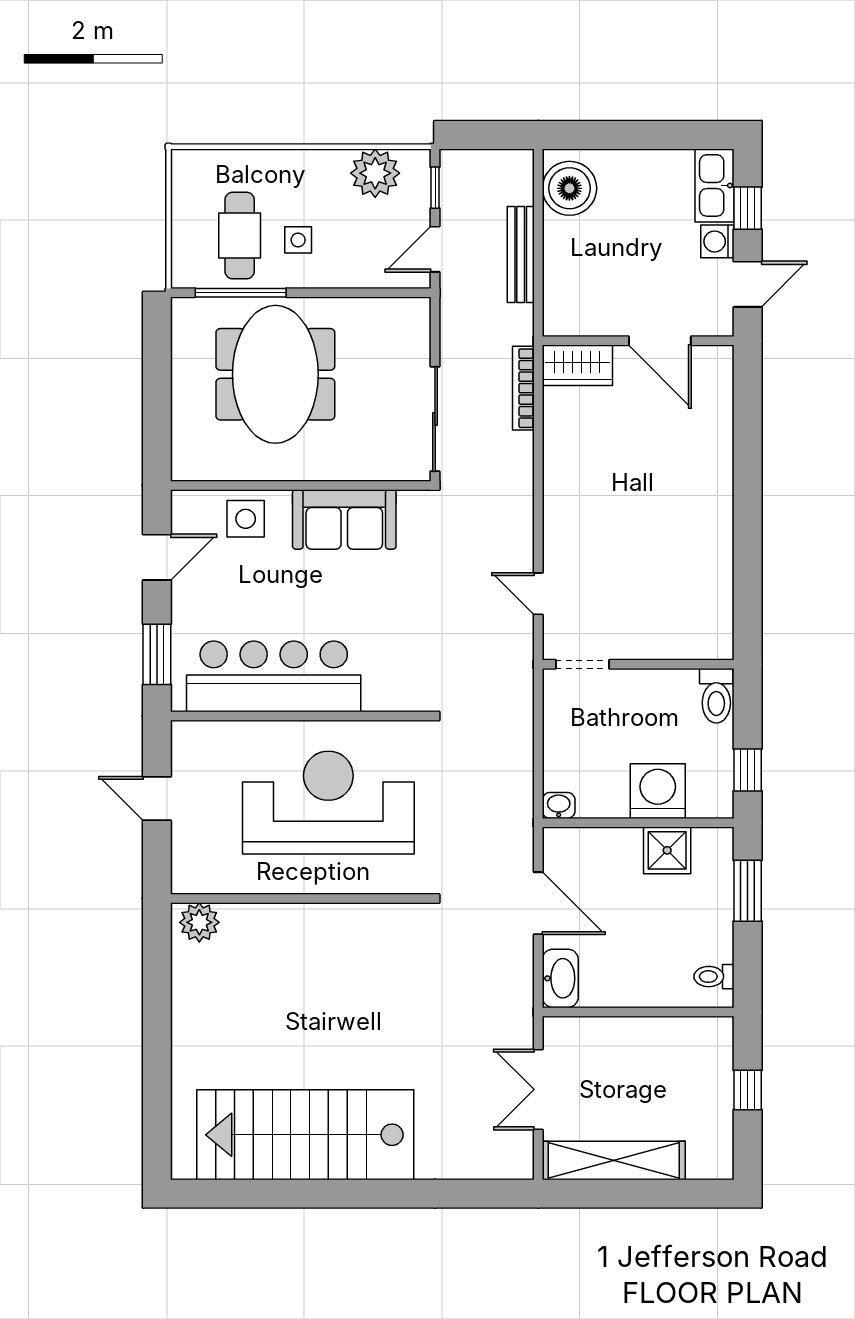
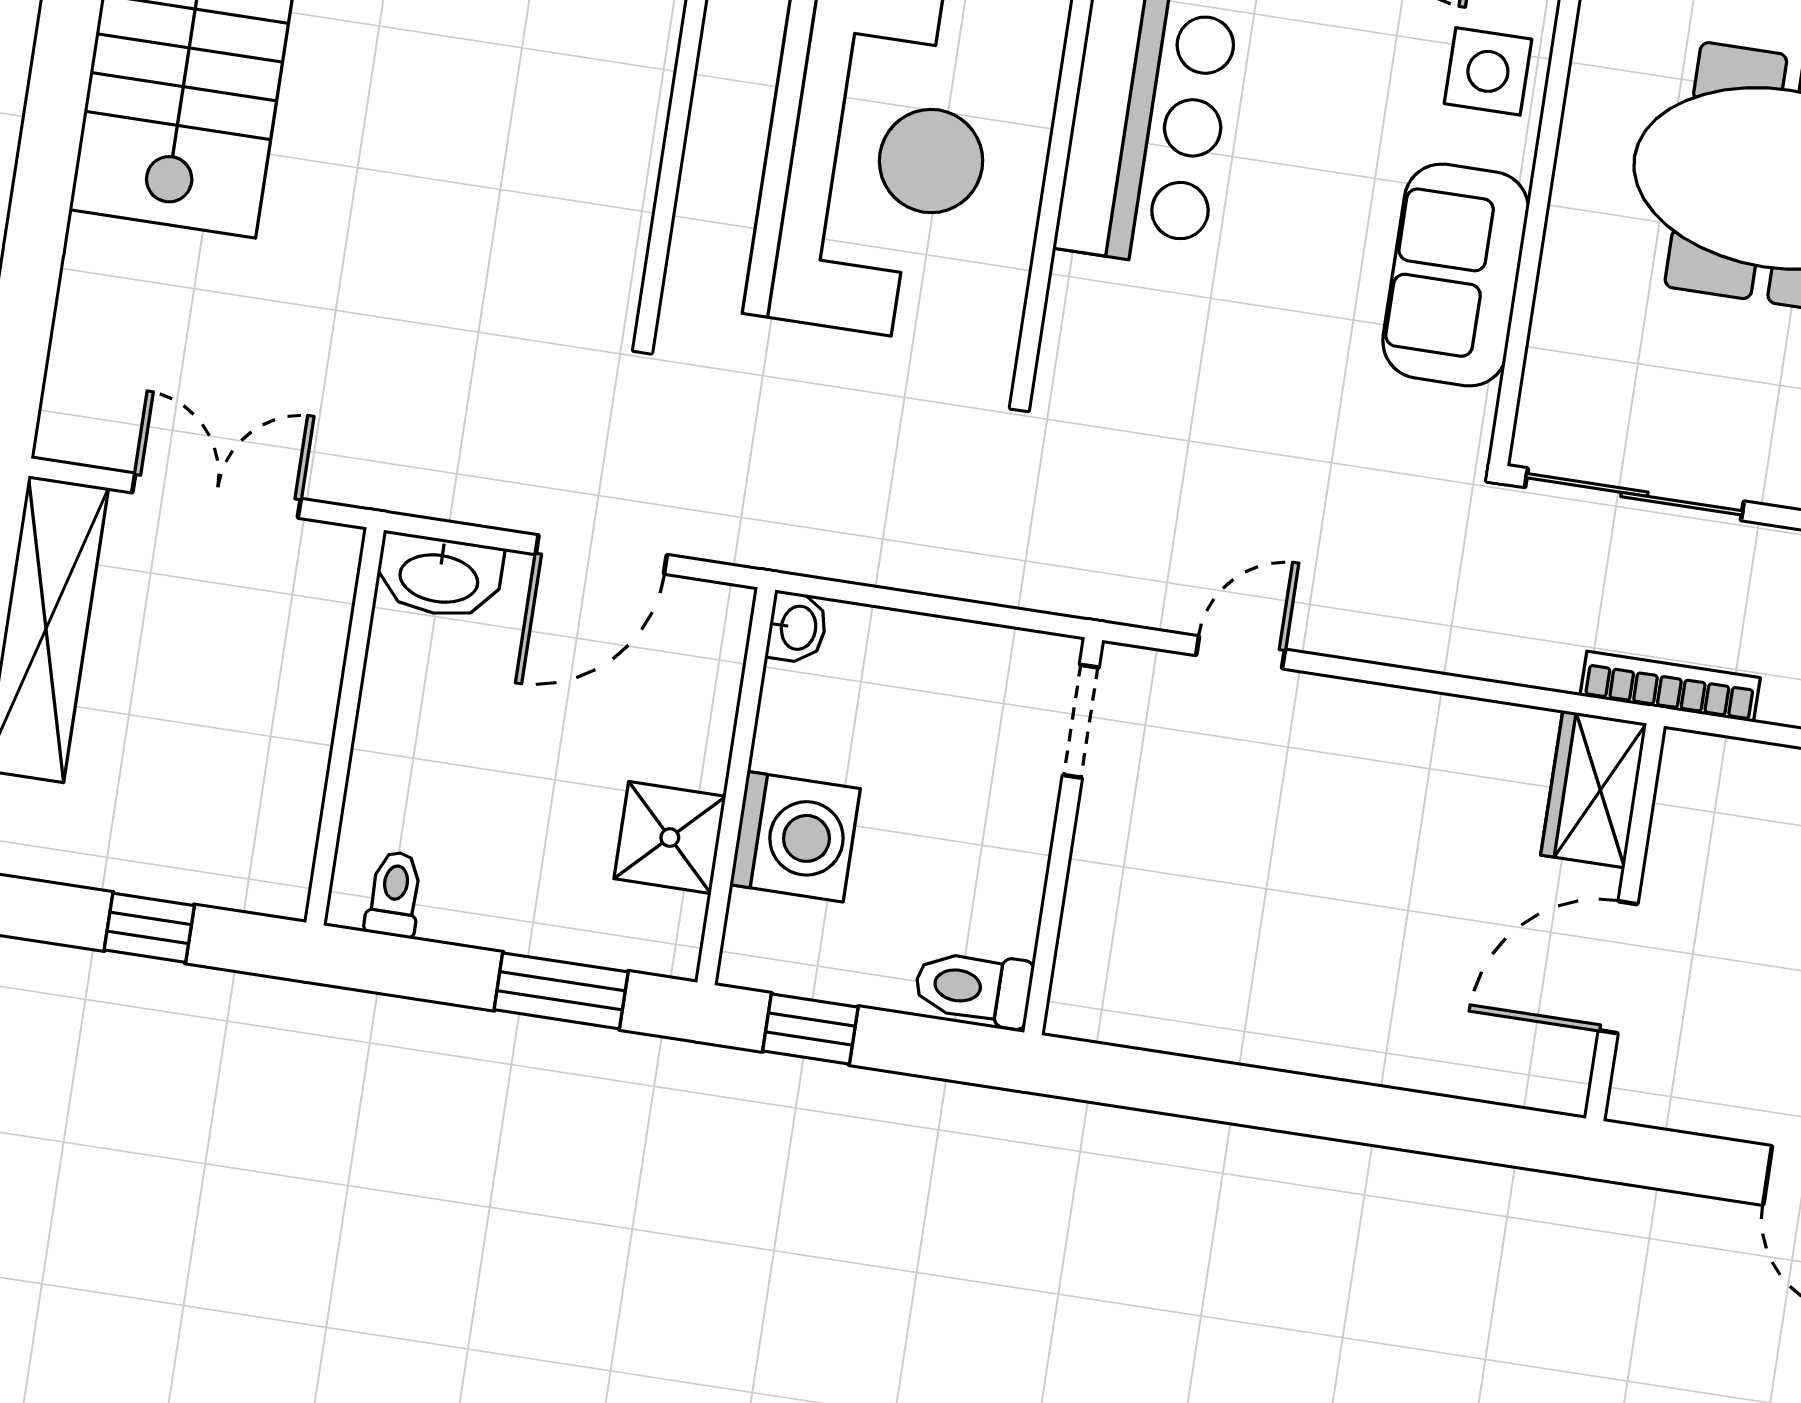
wall: (638, 341) -> (1625, 922), moved
door: (660, 341) -> (1618, 967), moved
wardrobe: (577, 365) -> (1594, 789), moved

